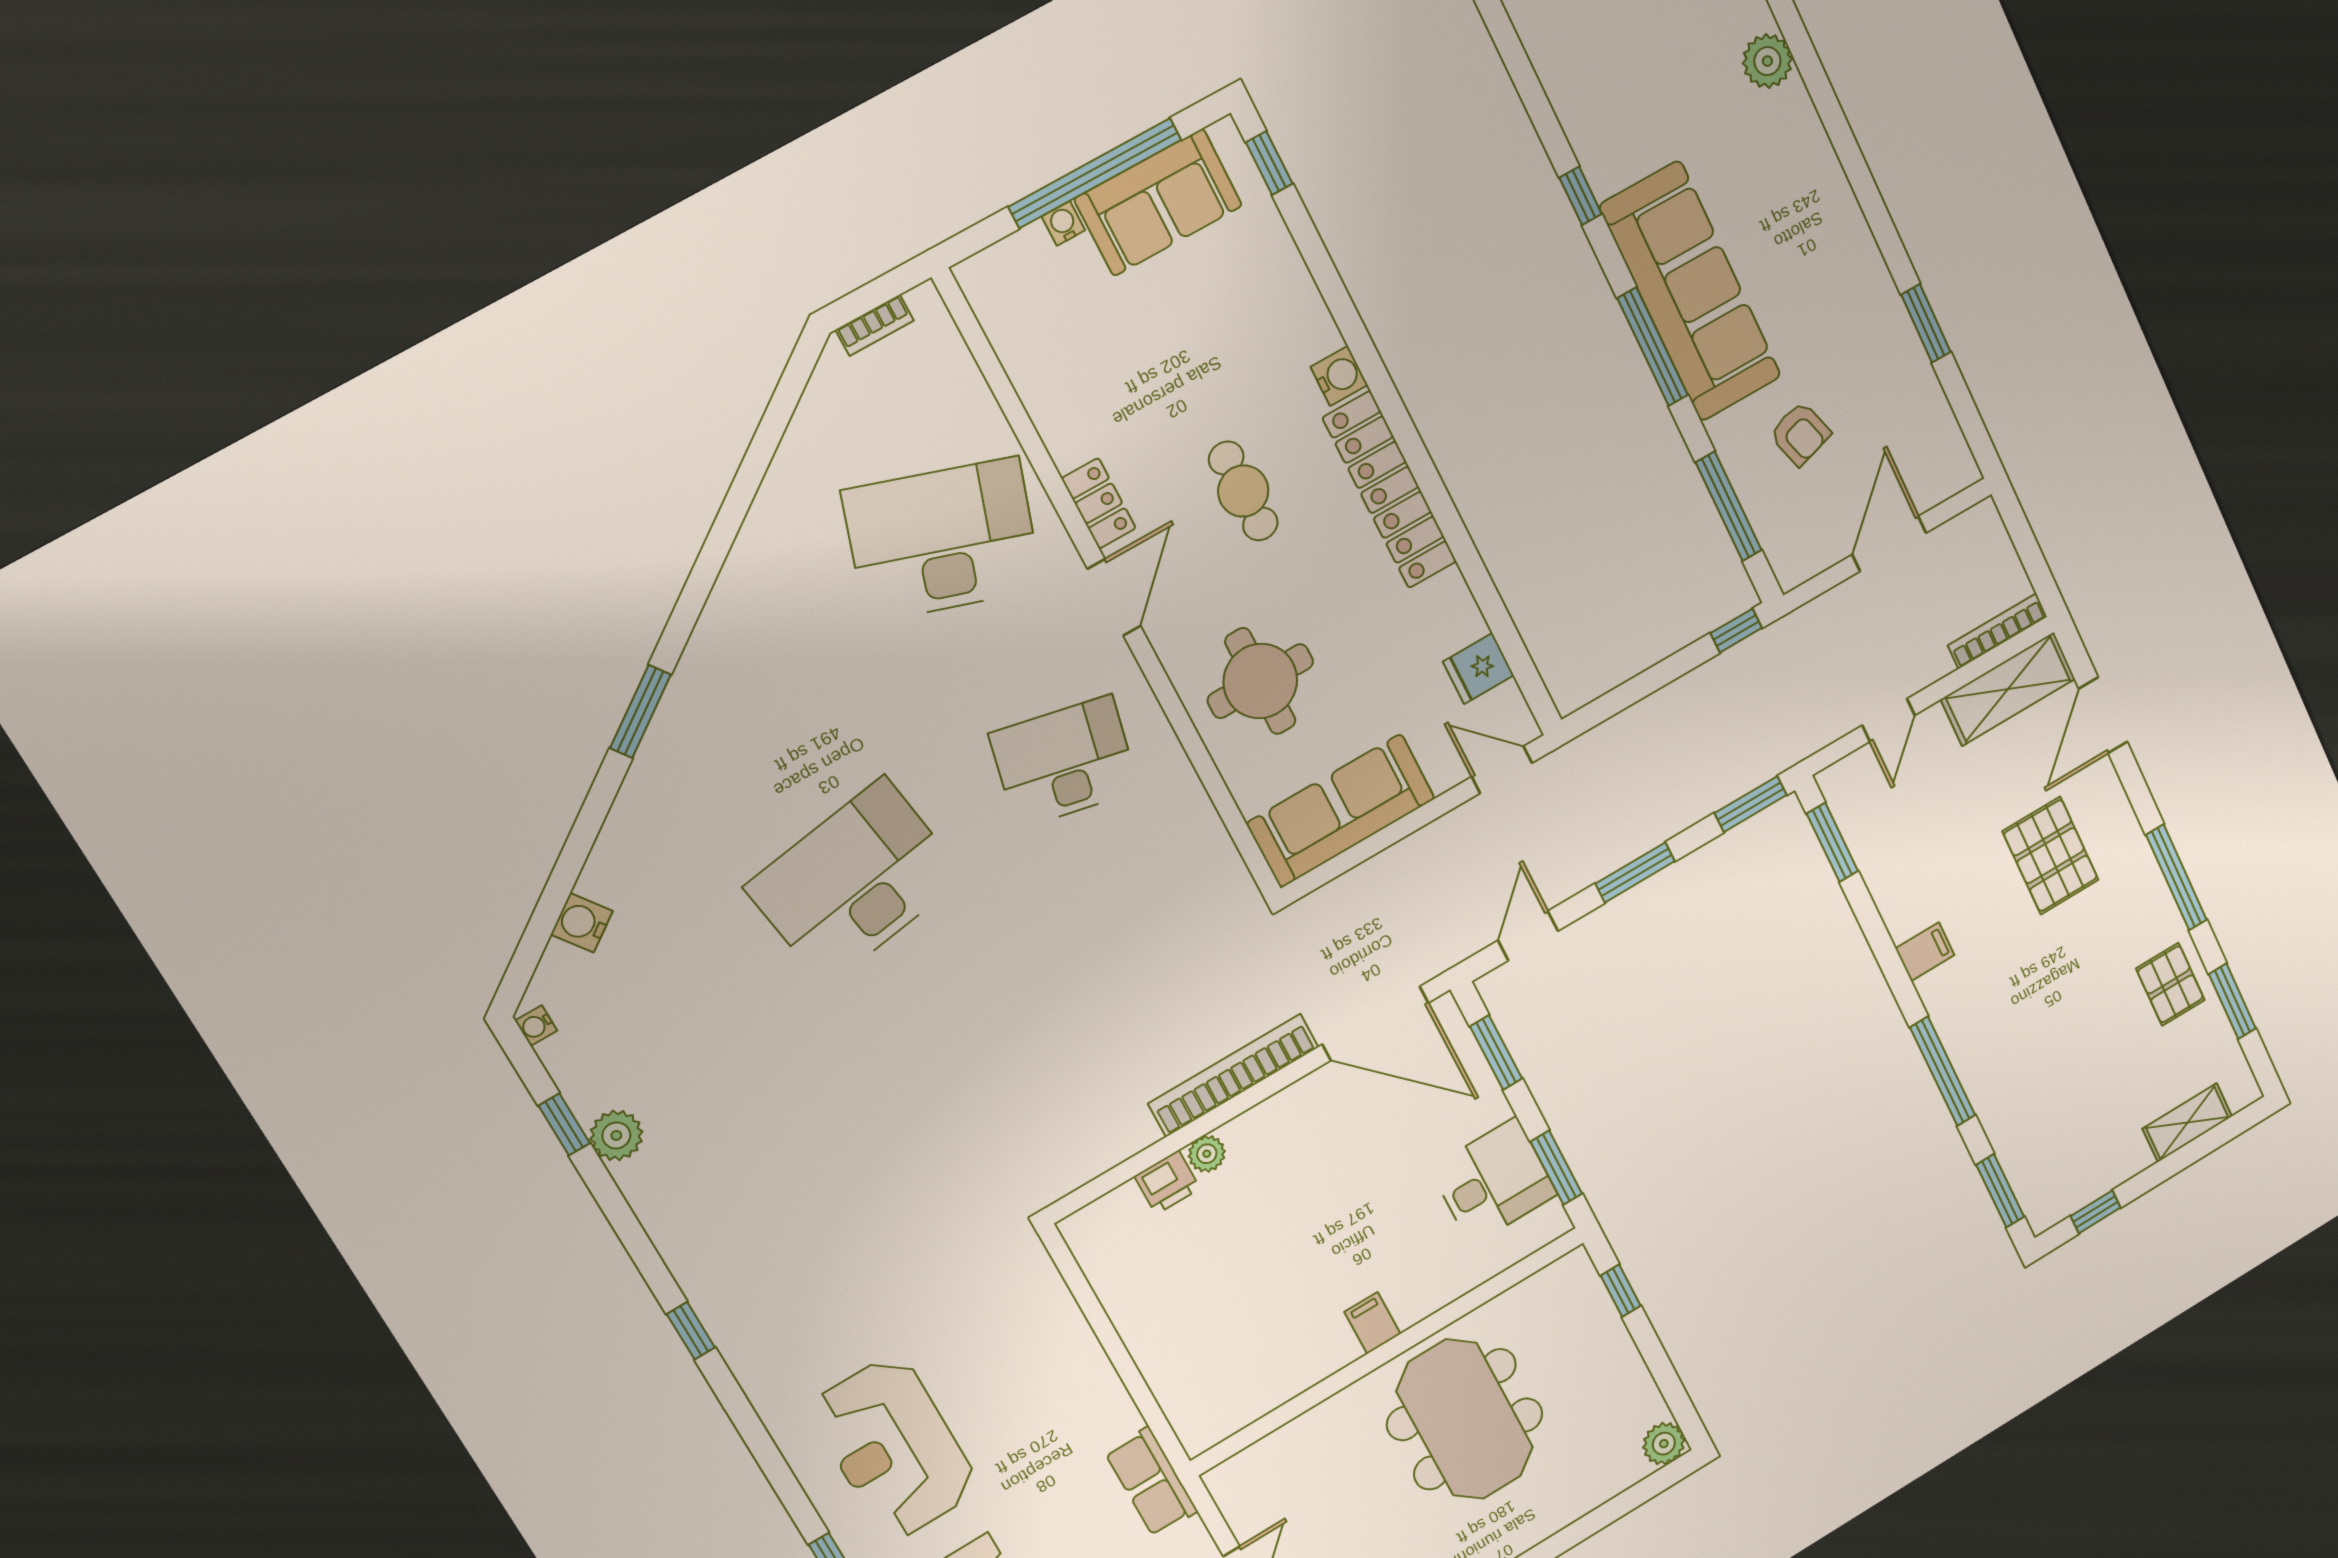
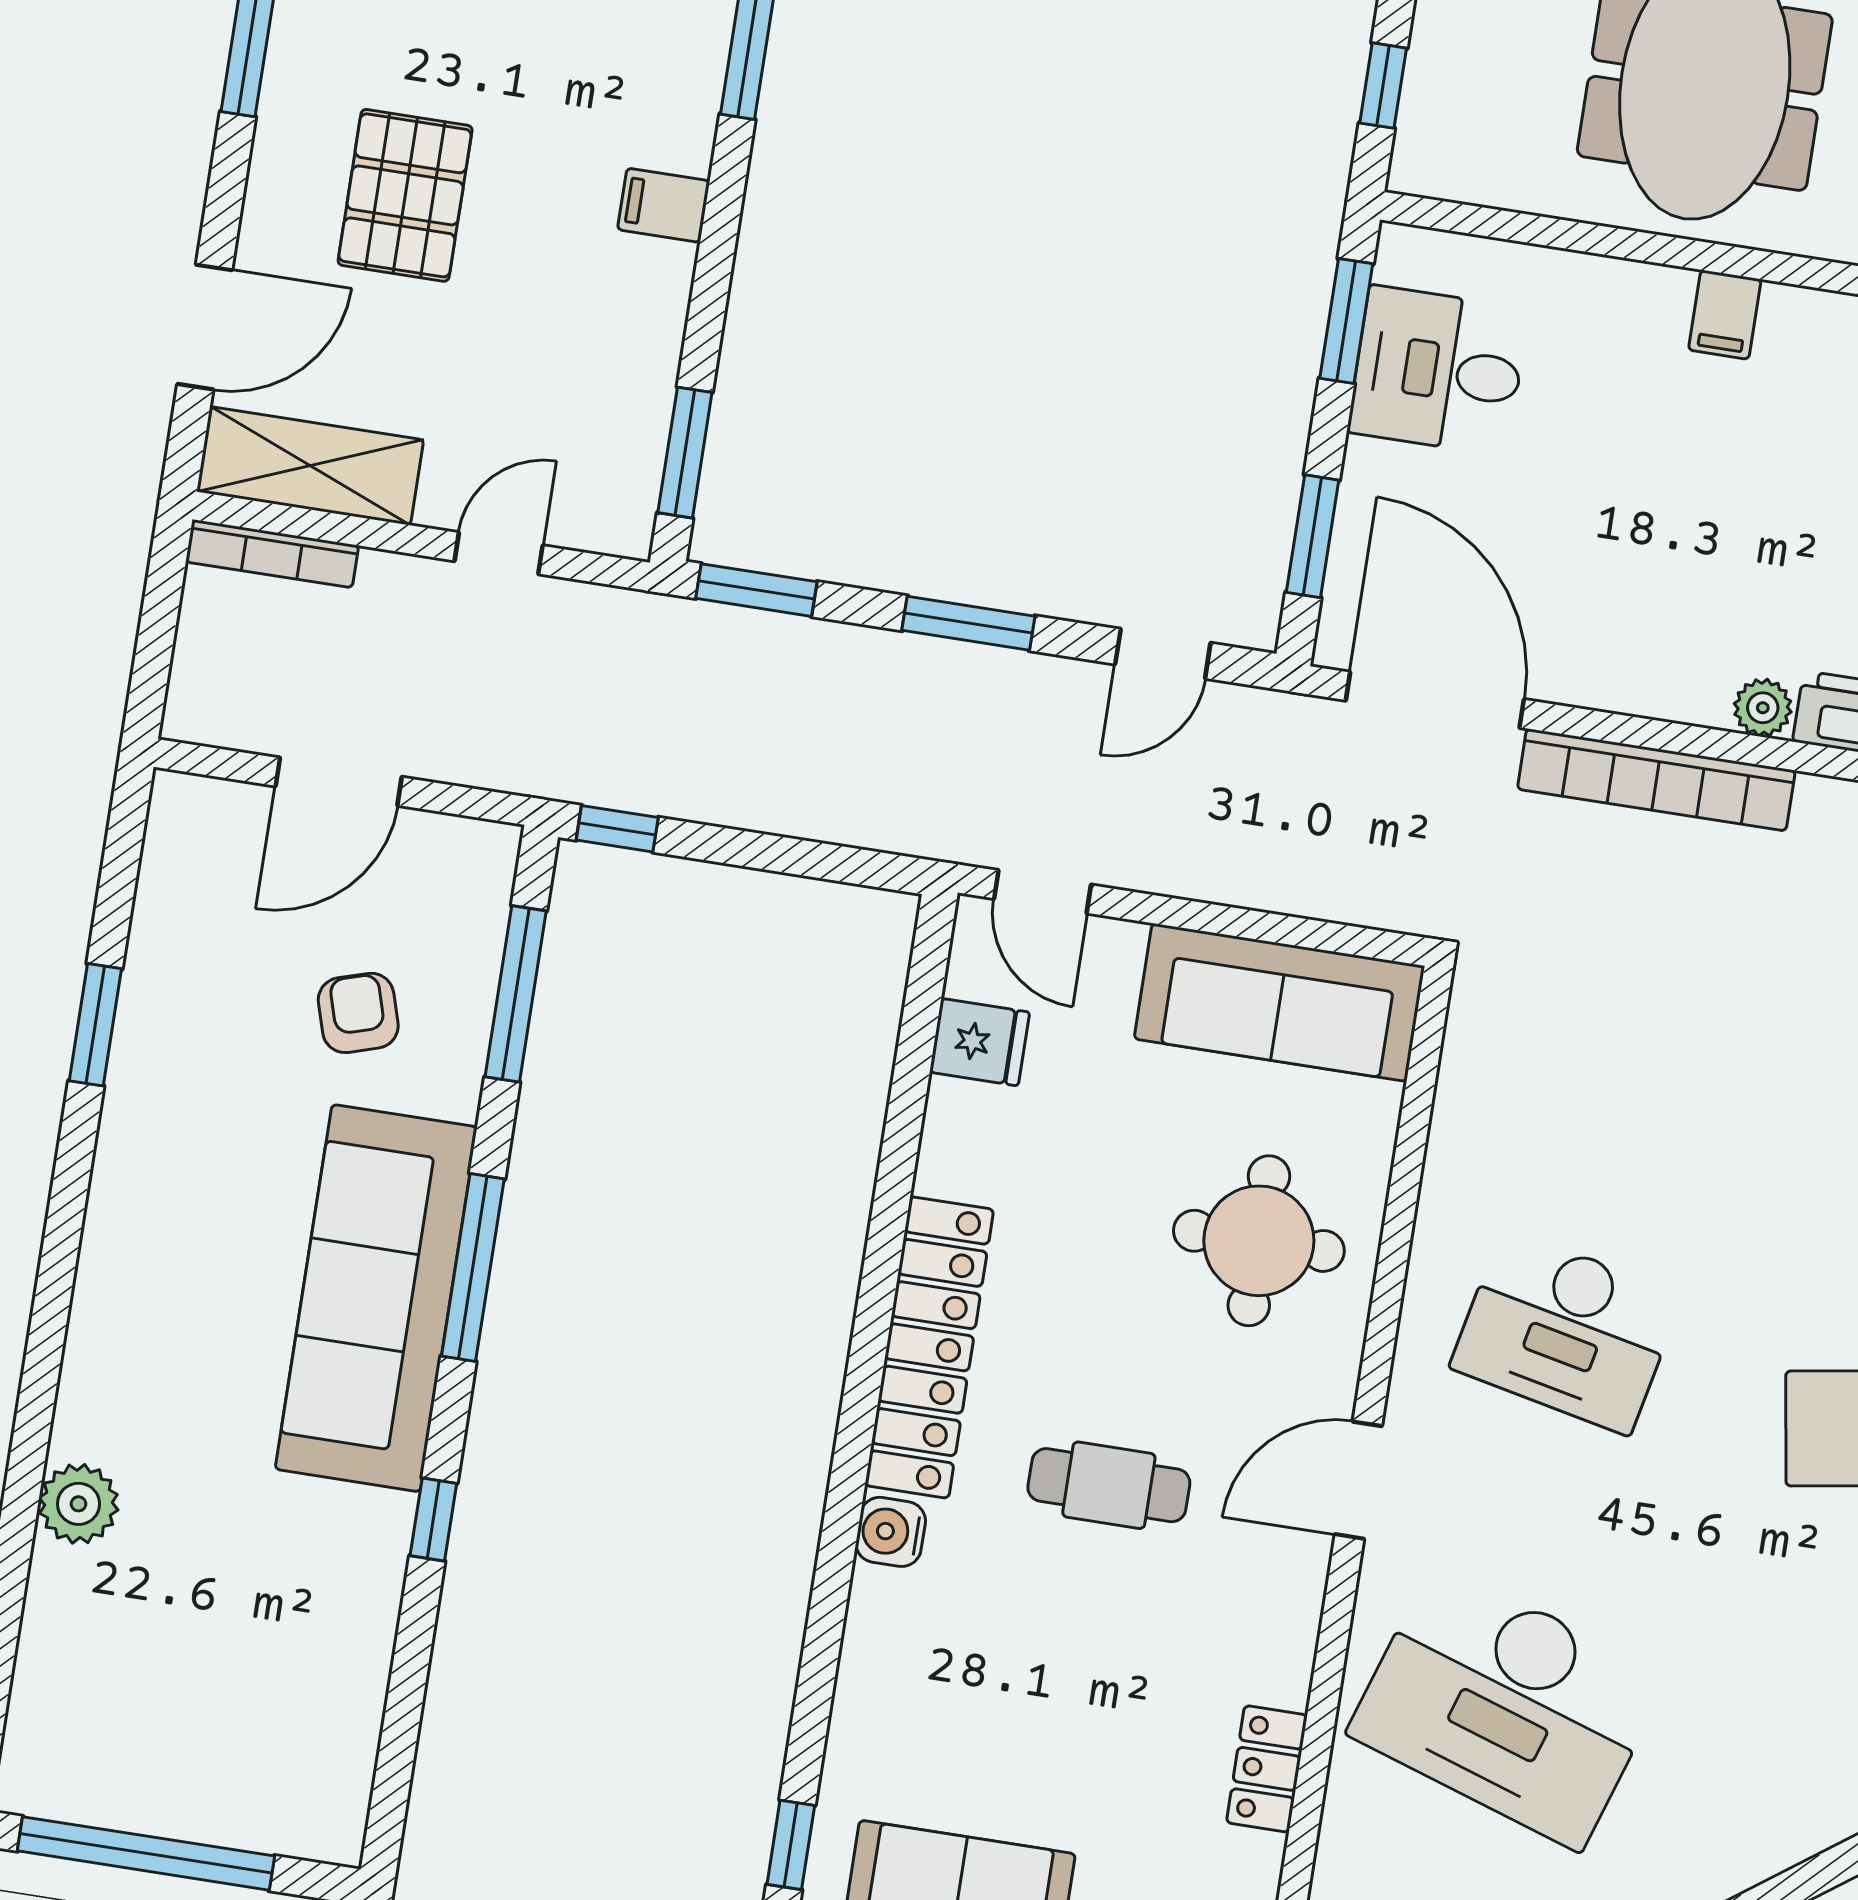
cafe table: (1243, 491) -> (1109, 1485), turned 90
locker: (1099, 503) -> (1267, 1769), moved

